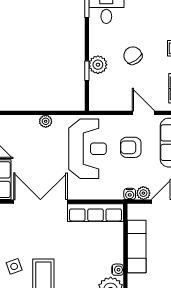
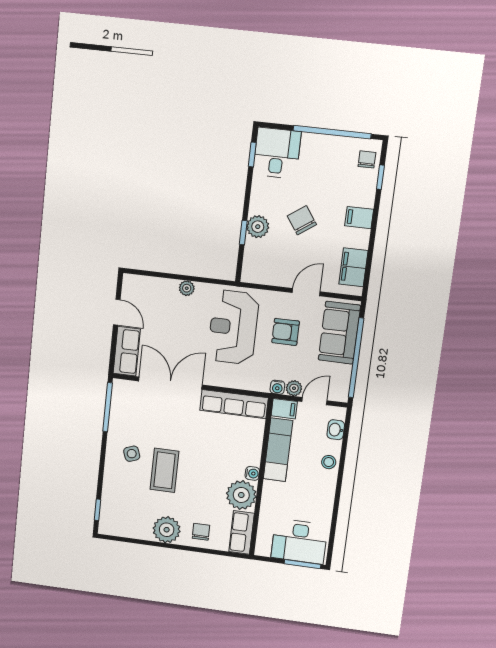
door: (143, 113) -> (306, 292), hinge flipped
reception desk: (88, 149) -> (233, 327), turned 180
filing cabinet: (137, 211) -> (284, 409), added

